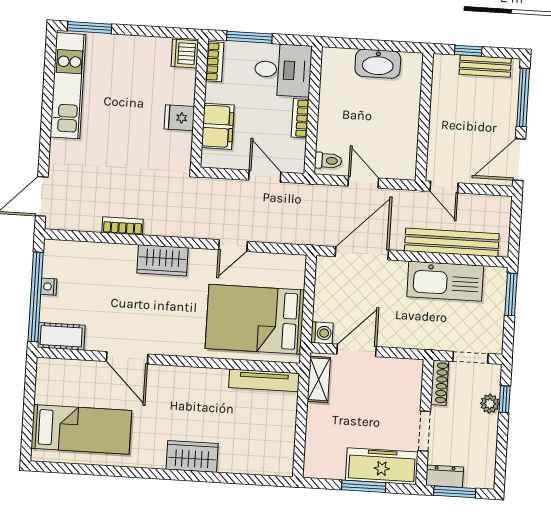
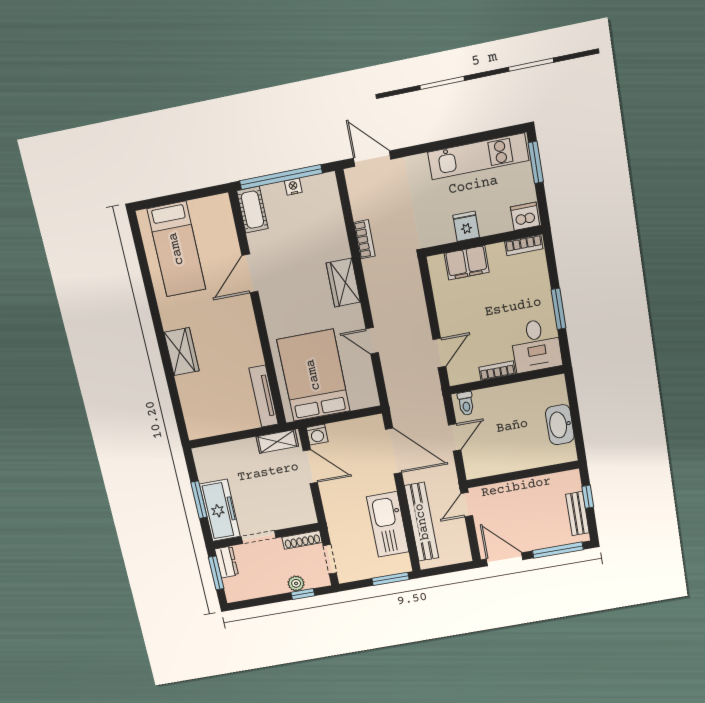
dishwasher: (185, 54) -> (525, 216), moved
bookcase: (215, 62) -> (524, 245), moved
wall: (199, 103) -> (483, 241), moved
fridge: (179, 118) -> (466, 226), moved
filing cabinet: (218, 126) -> (467, 263), moved

